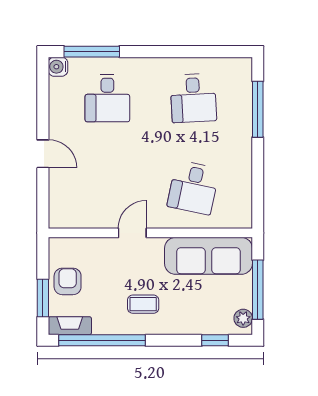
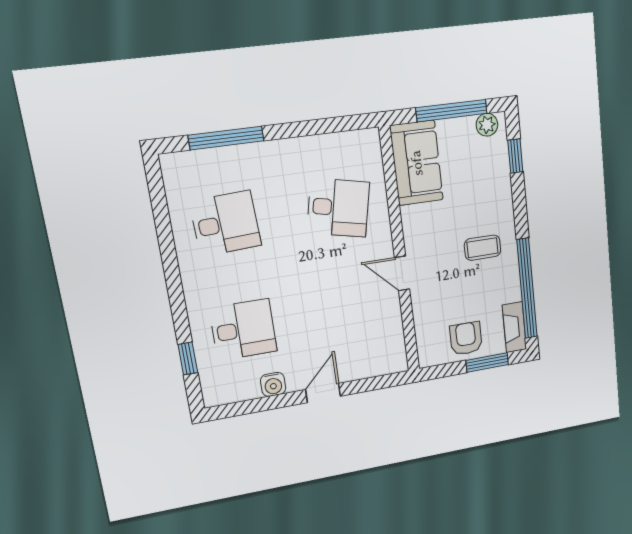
window: (92, 52) -> (188, 359), width x0.46
water cooler: (58, 67) -> (273, 384), moved
sofa: (208, 256) -> (417, 163), width x0.73
armchair: (68, 281) -> (466, 338), turned 90
coffee table: (143, 304) -> (483, 248), turned 90

